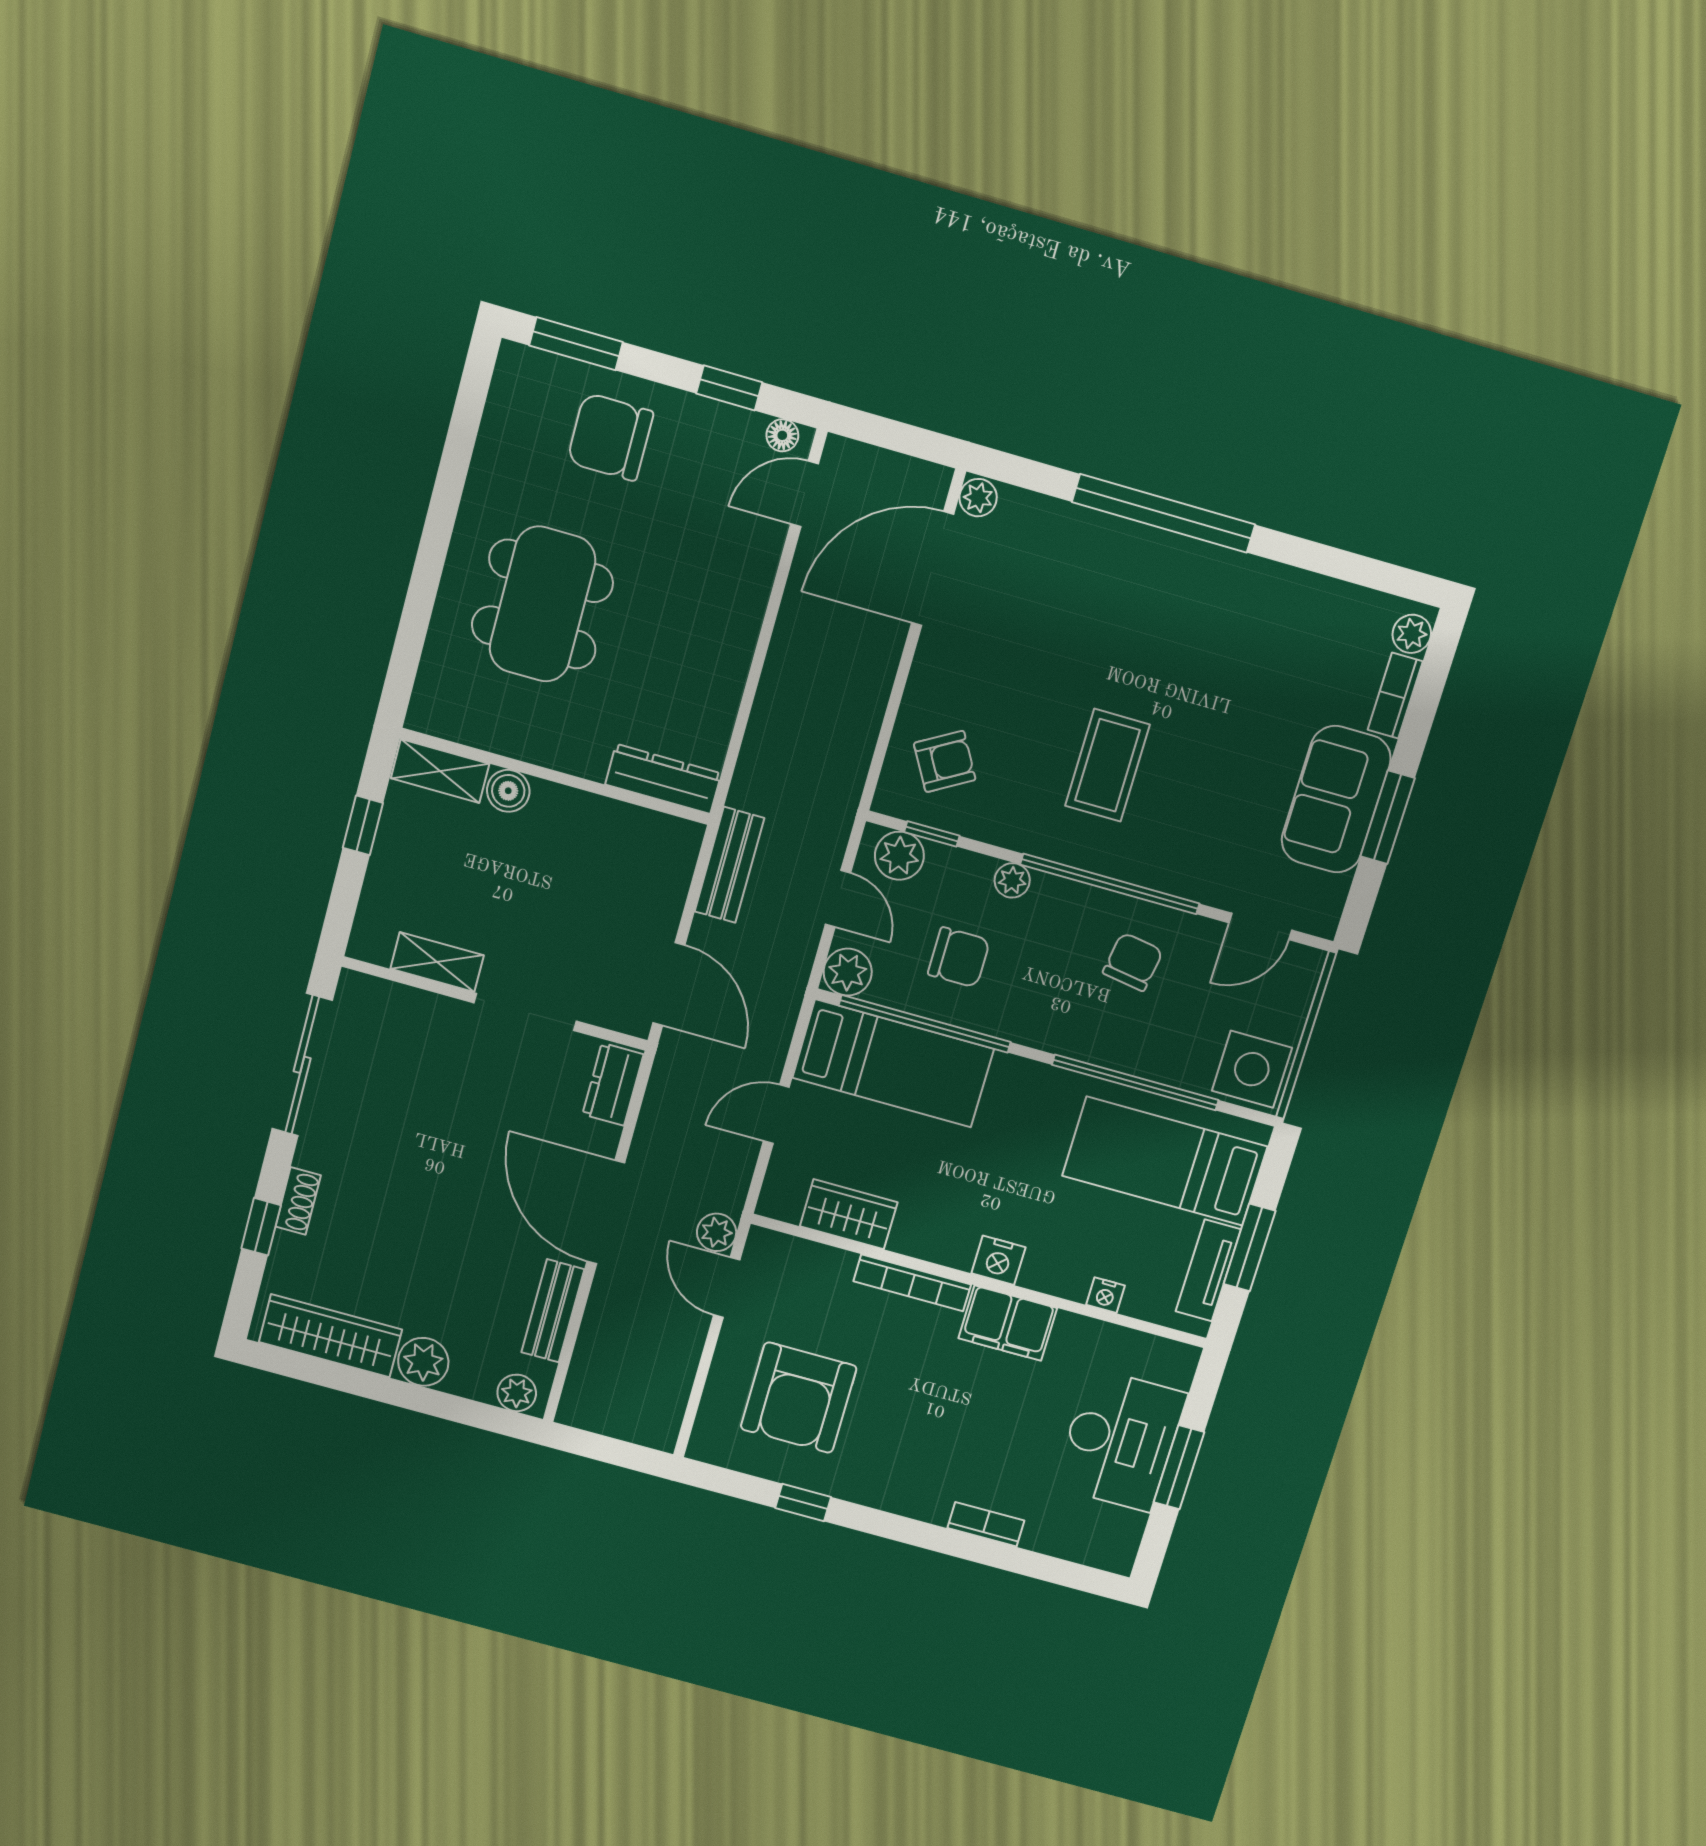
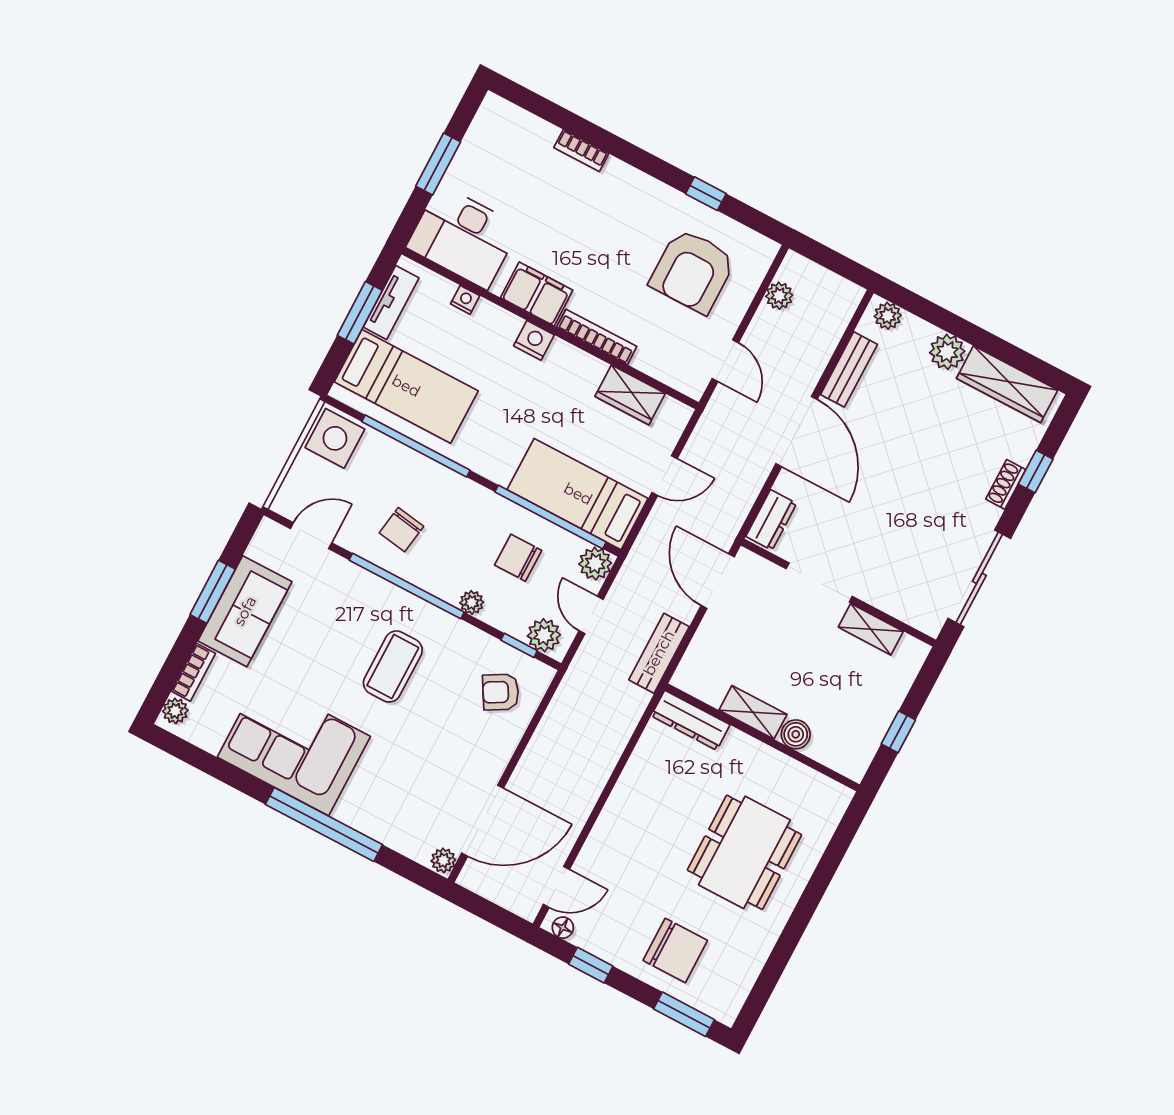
corner sofa: (1229, 618) -> (294, 747), added
shelving: (440, 771) -> (753, 712), moved
plant: (717, 1232) -> (779, 296), moved
armchair: (799, 1398) -> (693, 271), turned 180
desk: (1120, 1440) -> (463, 237), moved, turned -90

